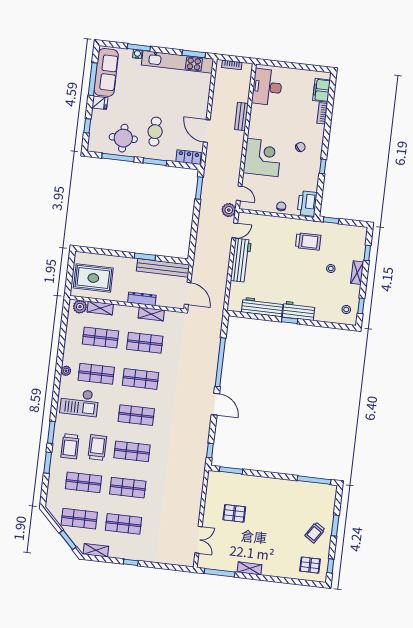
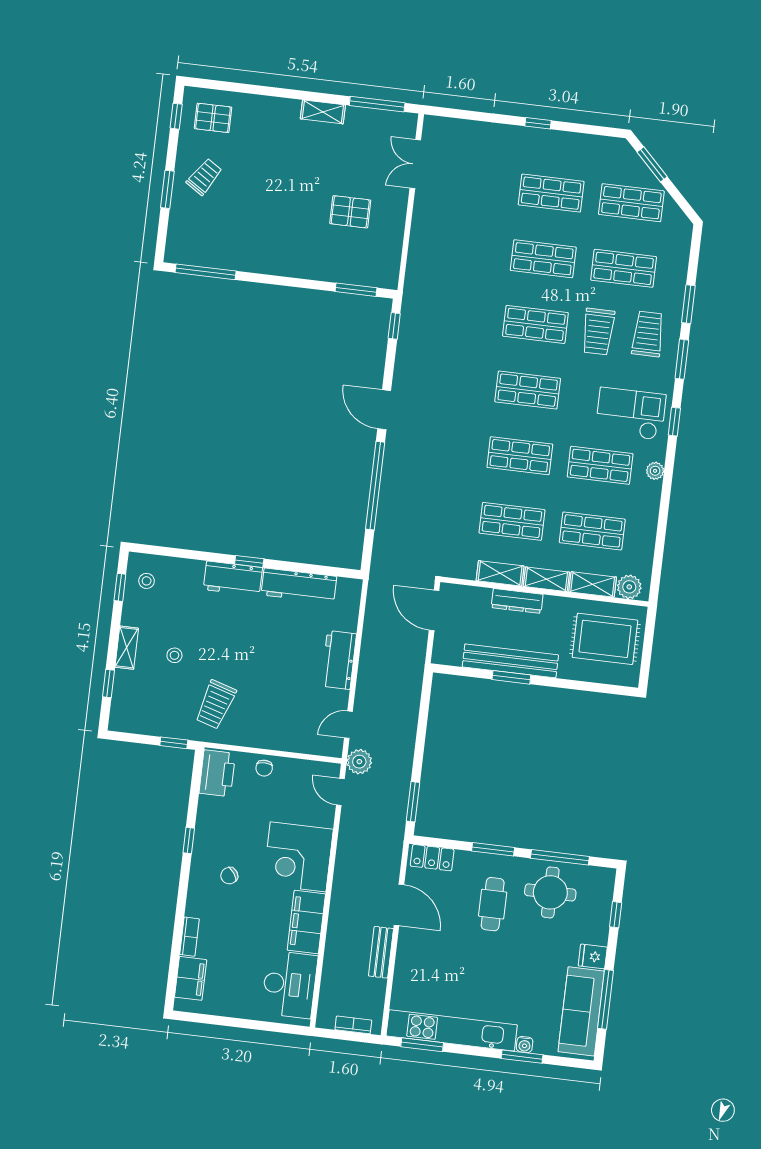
bench: (241, 116) -> (381, 952), moved
filing cabinet: (258, 122) -> (306, 922), added
trolley: (308, 241) -> (216, 704), turned -73
workbench: (241, 260) -> (339, 660), width x0.73
bench: (163, 268) -> (510, 661), moved
window: (55, 398) -> (674, 422), added
shelving: (96, 550) -> (546, 579), moved

